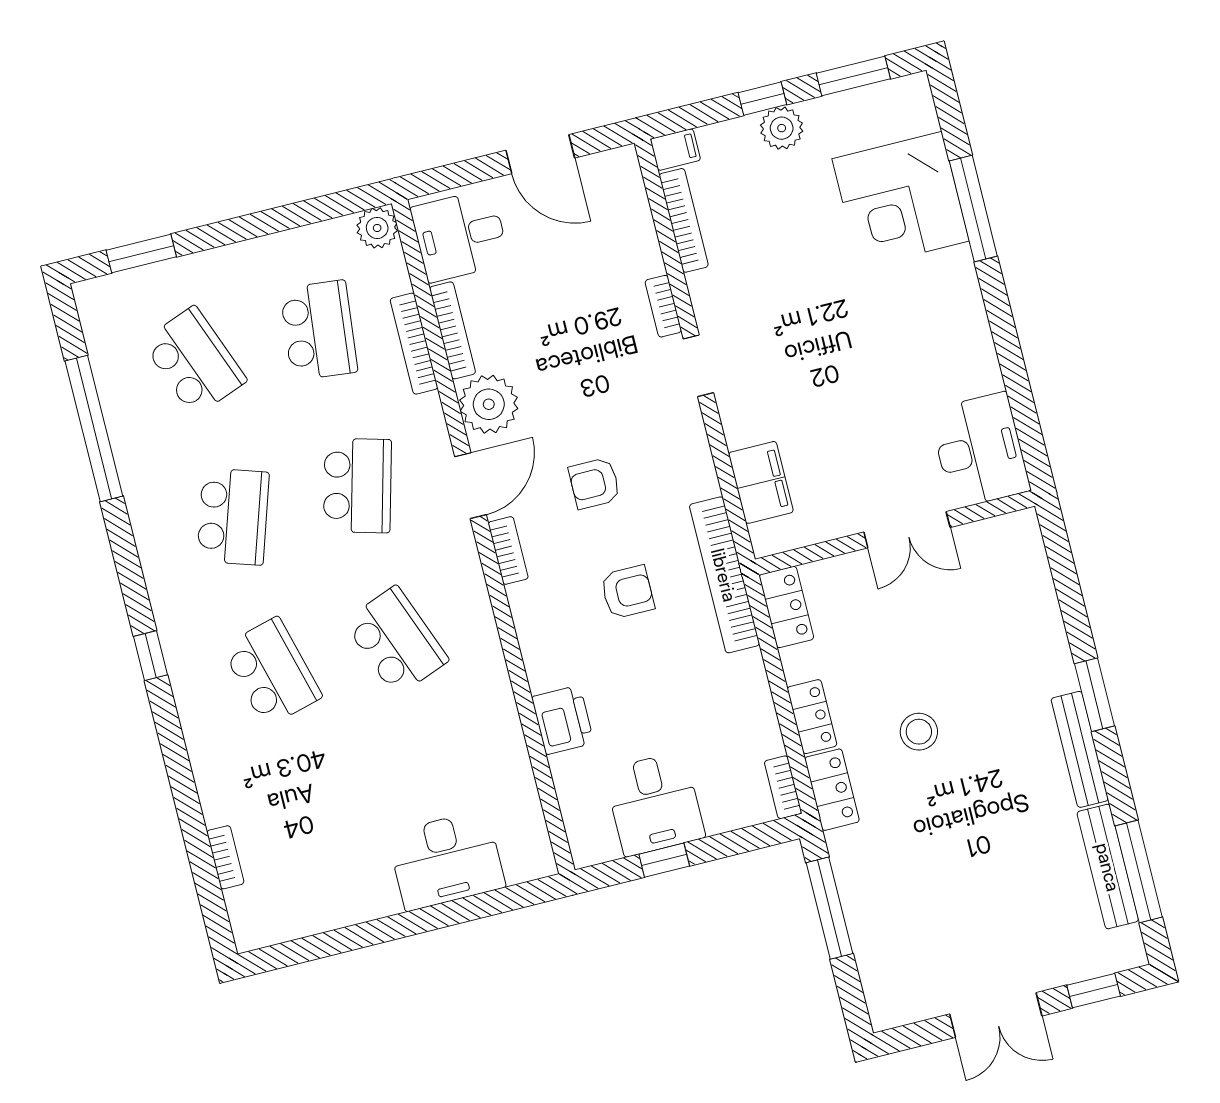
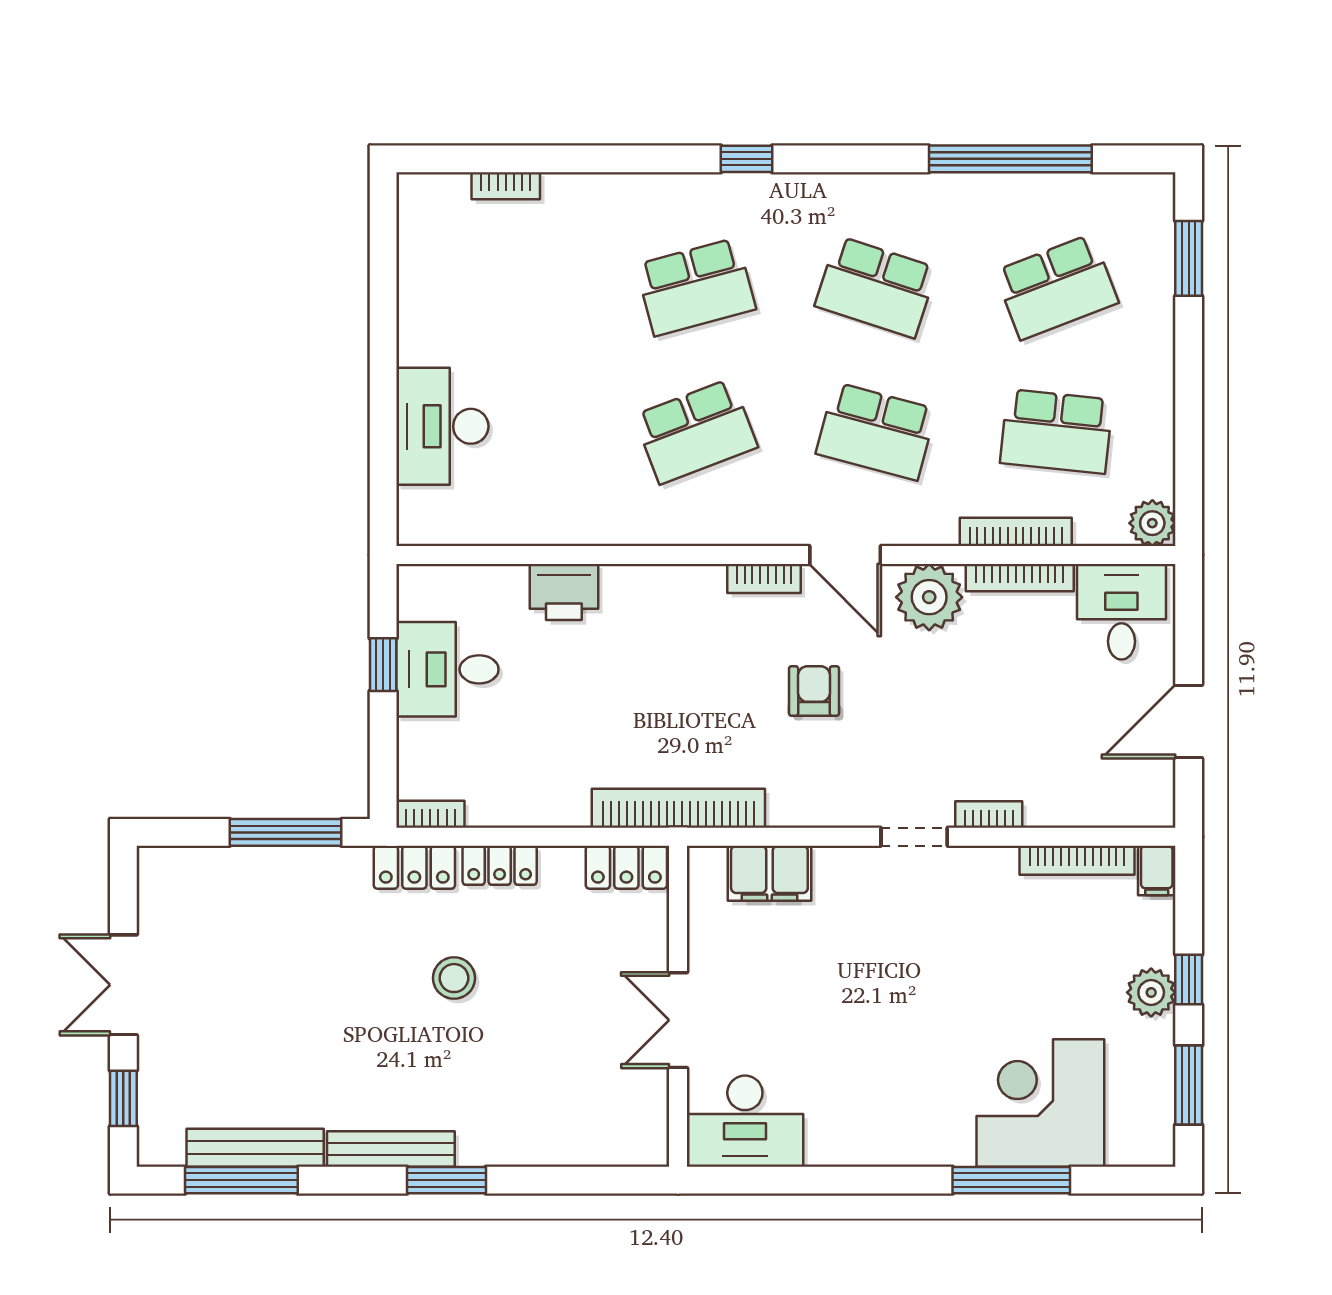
armchair: (627, 592) -> (686, 698), removed

